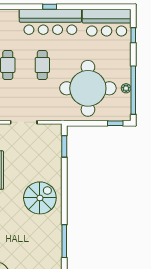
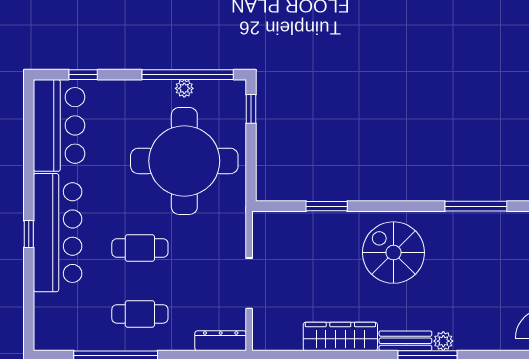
window: (64, 146) -> (327, 206), moved

